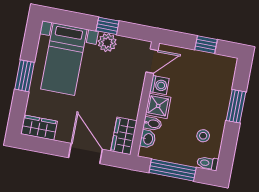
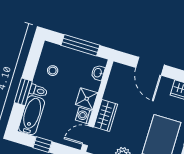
bathtub: (223, 79) -> (32, 115), added
bidet: (153, 124) -> (93, 85), removed
wardrobe: (124, 136) -> (106, 115), moved
toilet: (208, 163) -> (38, 91), moved

